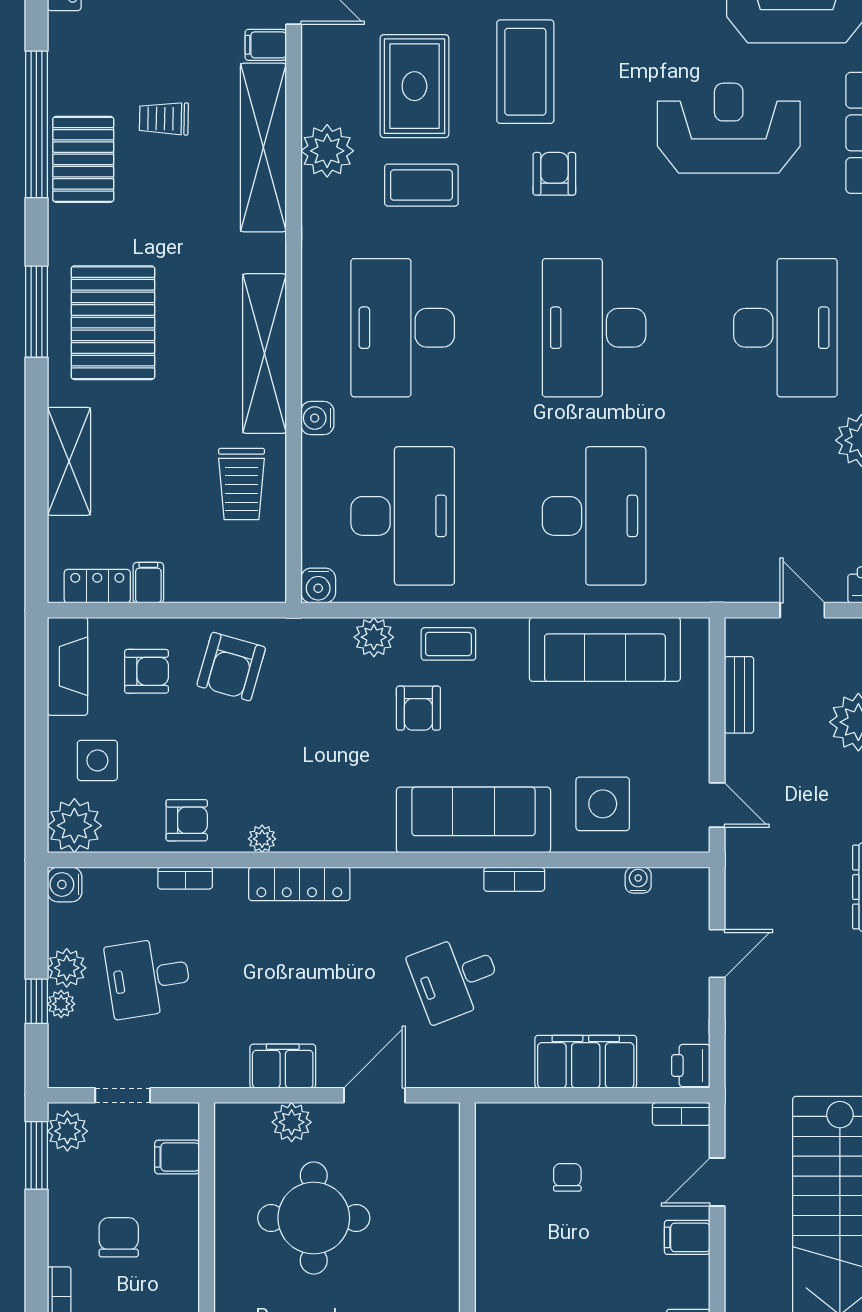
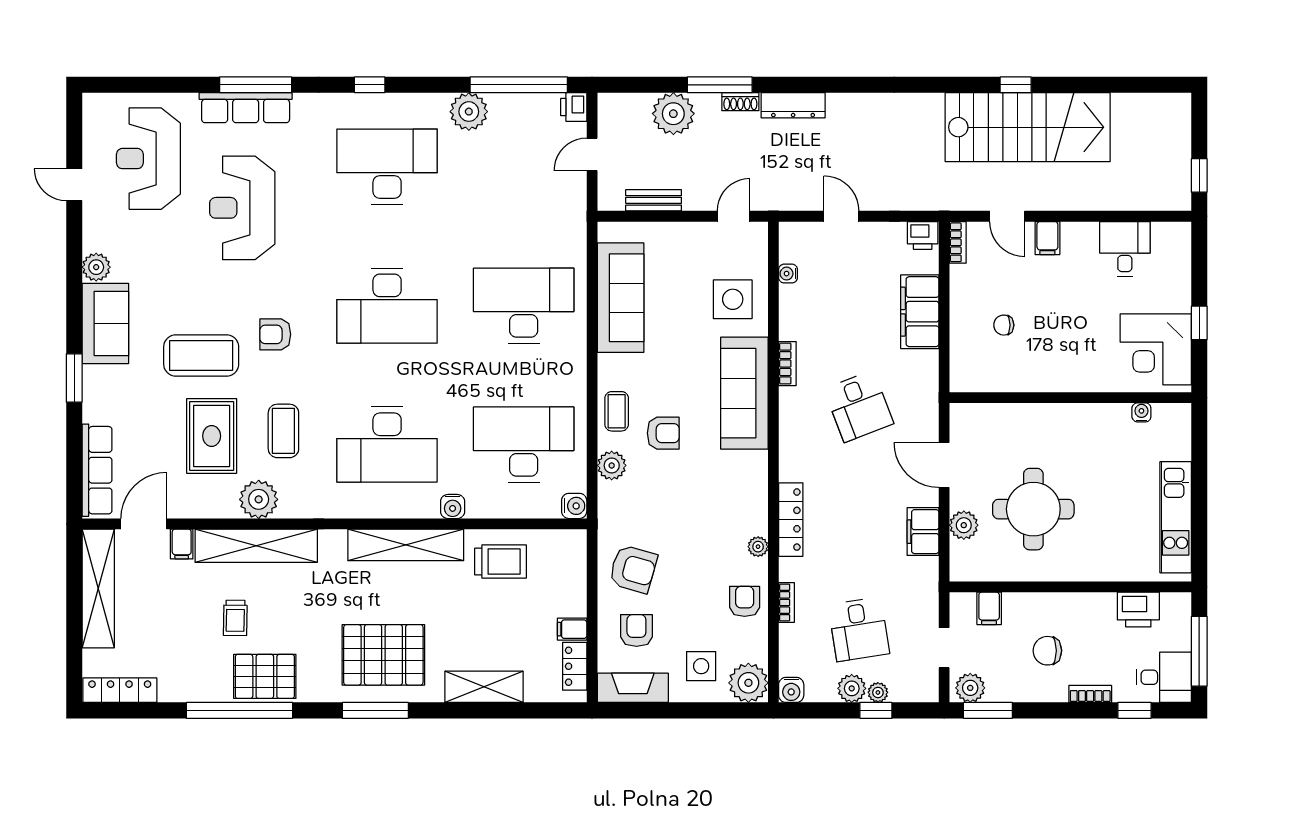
rug: (414, 86) -> (212, 436), turned 90

